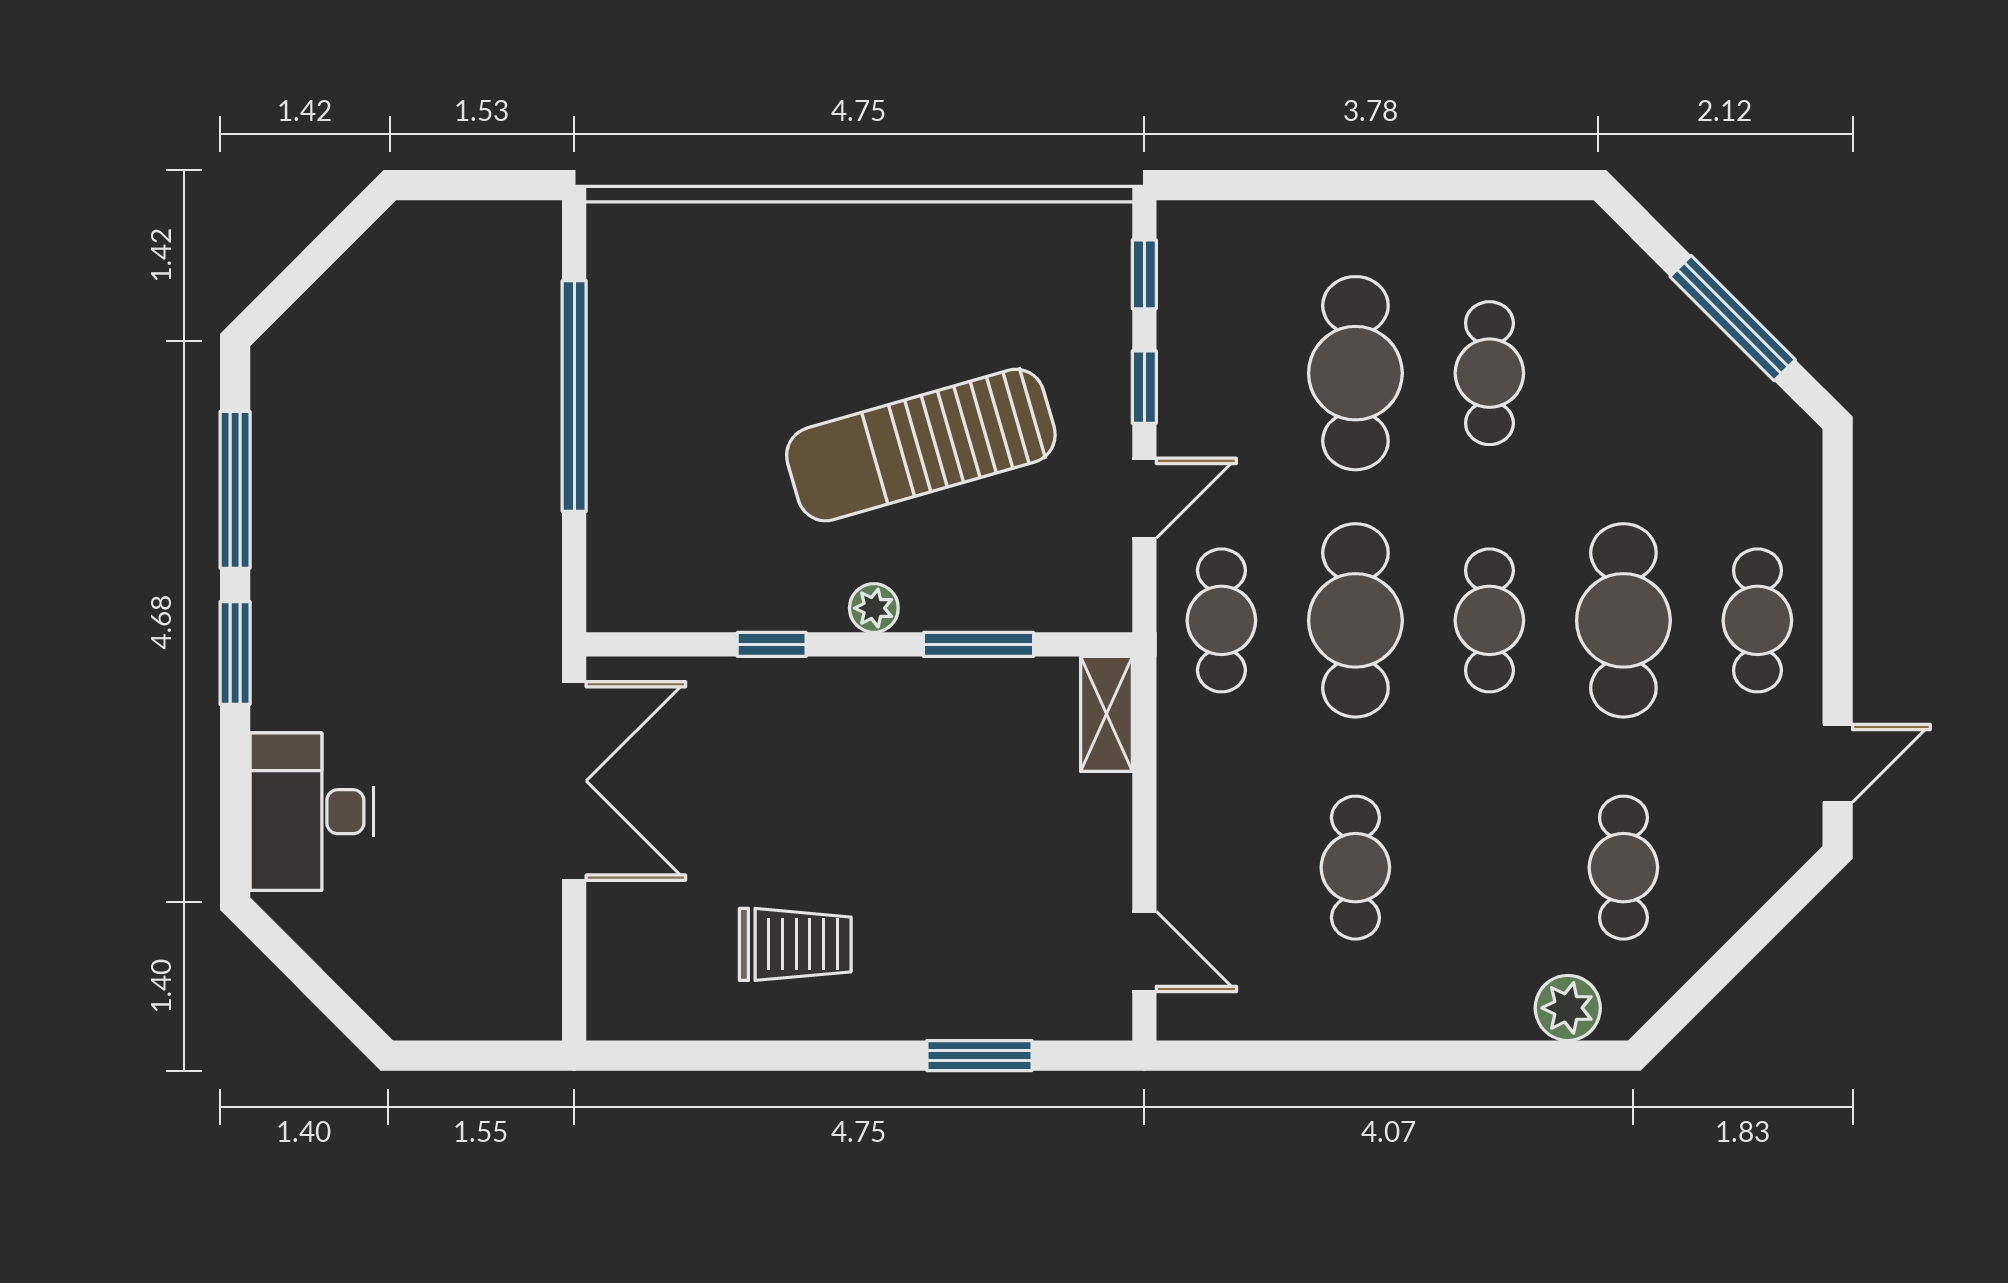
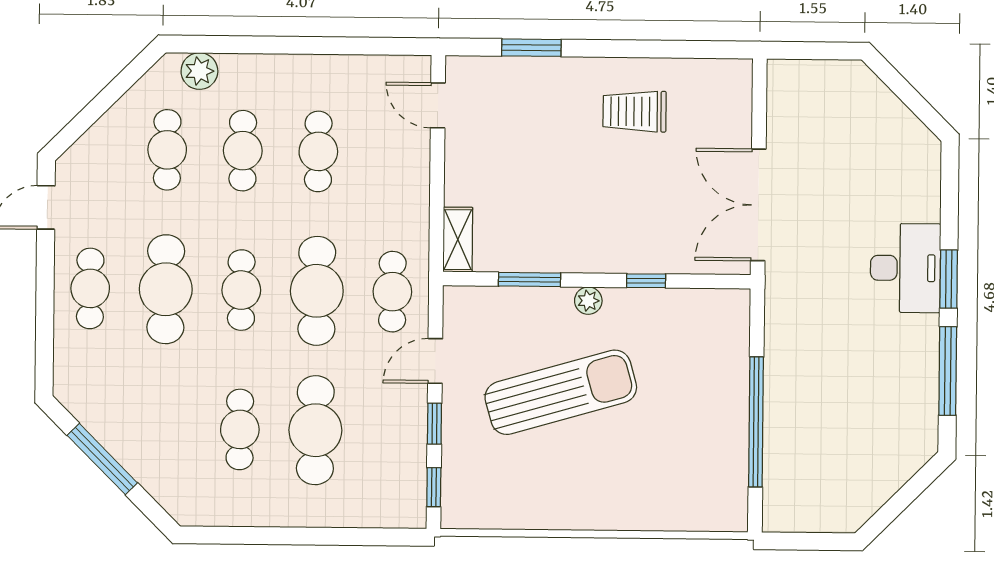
desk: (312, 812) -> (905, 268), moved
cafe table: (1489, 868) -> (243, 151), added

